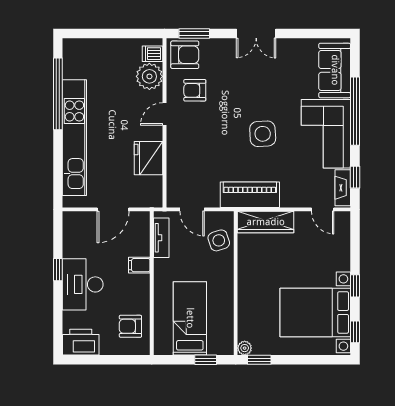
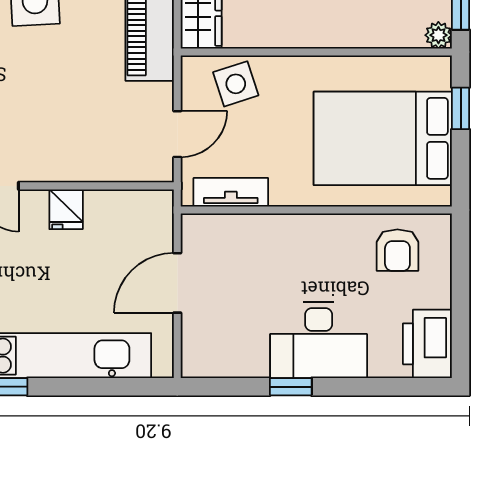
fridge: (149, 158) -> (66, 209), width x0.53, depth x0.75
door: (113, 209) -> (177, 283), swing flipped
filing cabinet: (139, 265) -> (282, 233), removed
bed: (190, 318) -> (383, 138), width x1.50

